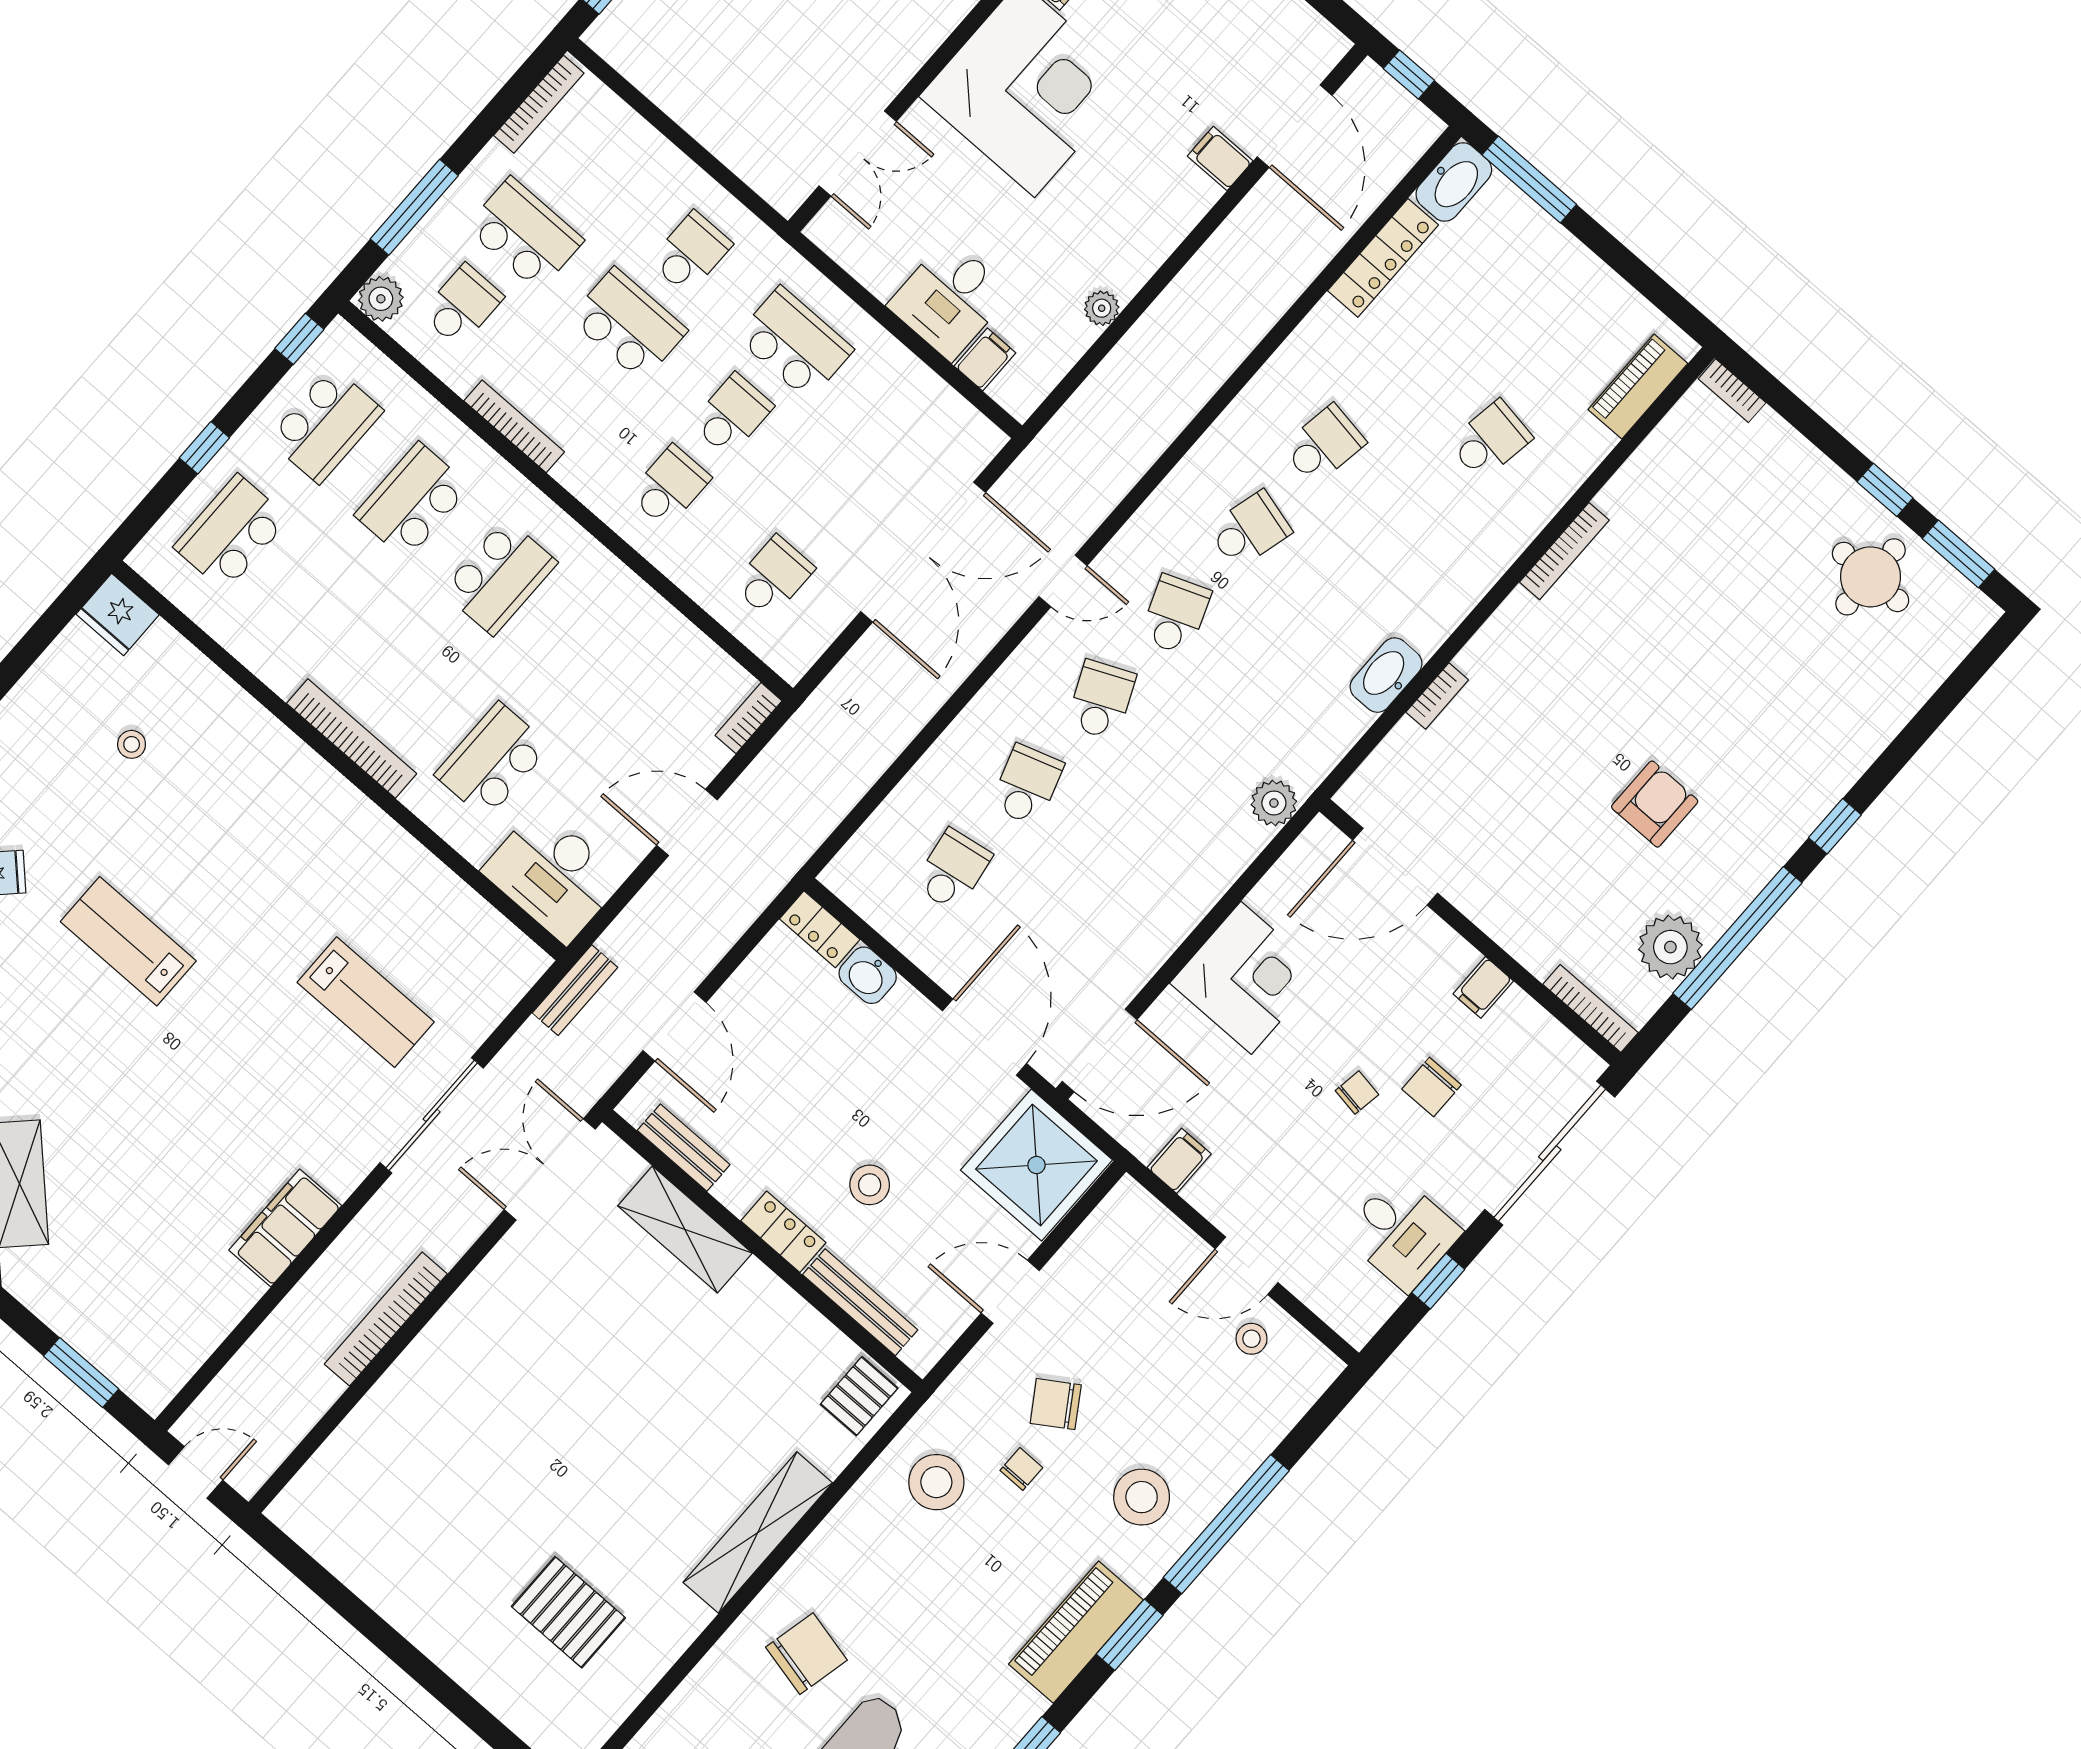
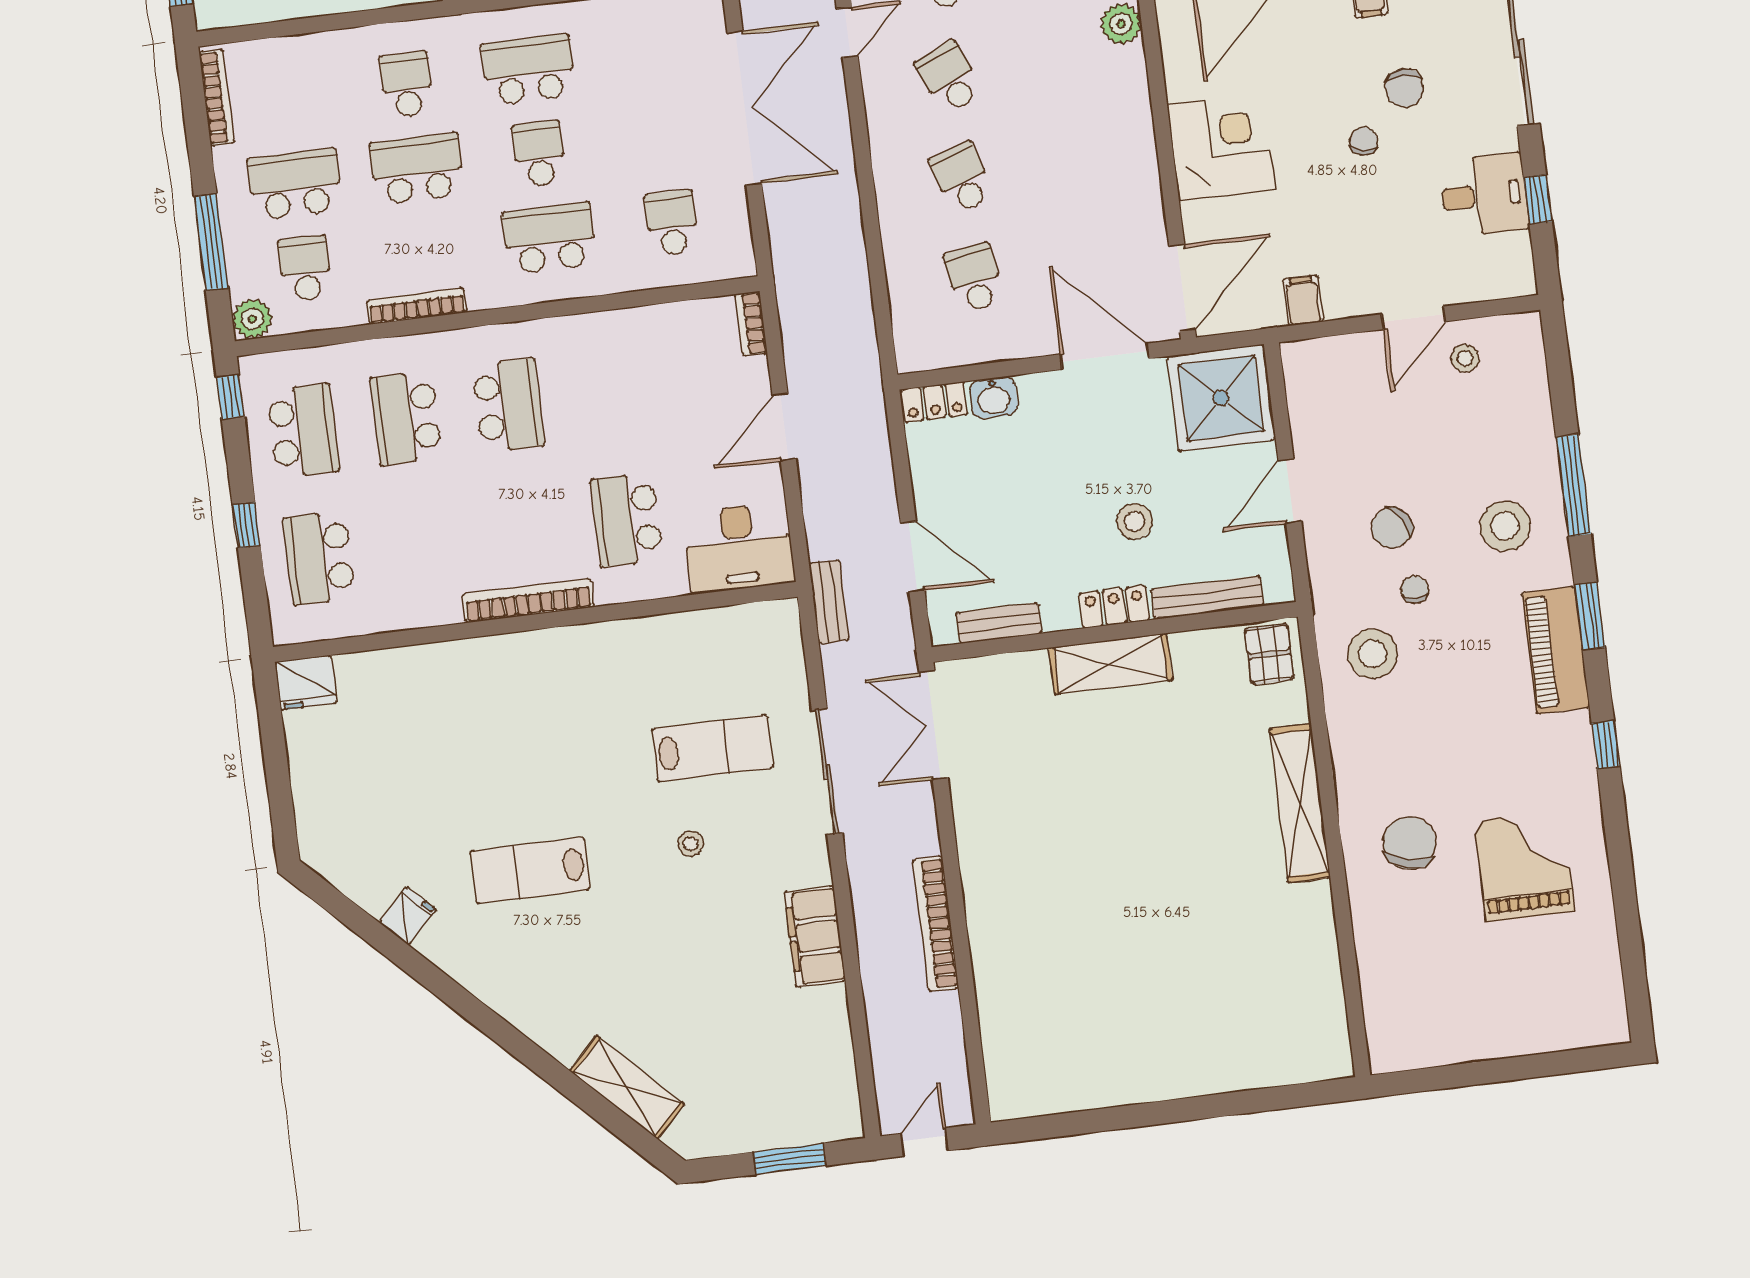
school desk: (670, 486) -> (550, 238), width x1.85
stool: (132, 744) -> (691, 844), moved
shelving: (685, 1229) -> (1111, 664), moved
window: (1226, 1524) -> (1573, 486), width x0.68
pallet: (568, 1612) -> (1240, 977), removed

